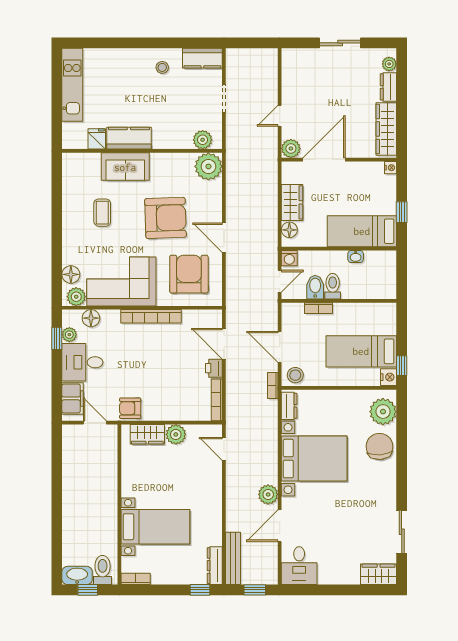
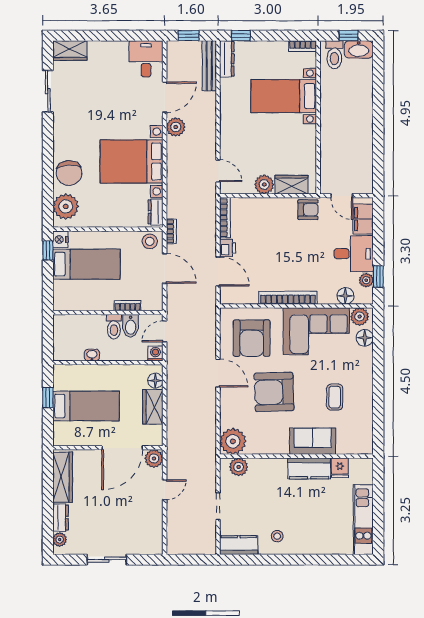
nightstand: (391, 168) -> (58, 440), removed
bed: (362, 231) -> (86, 406), moved

